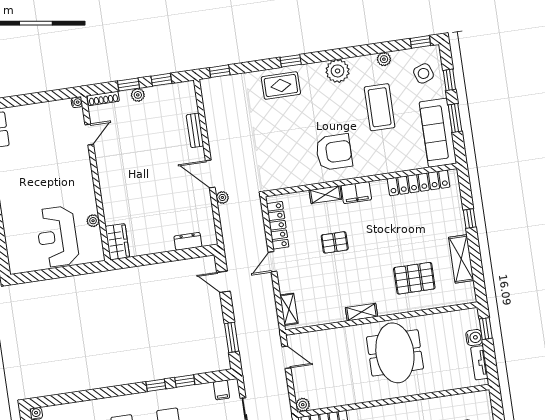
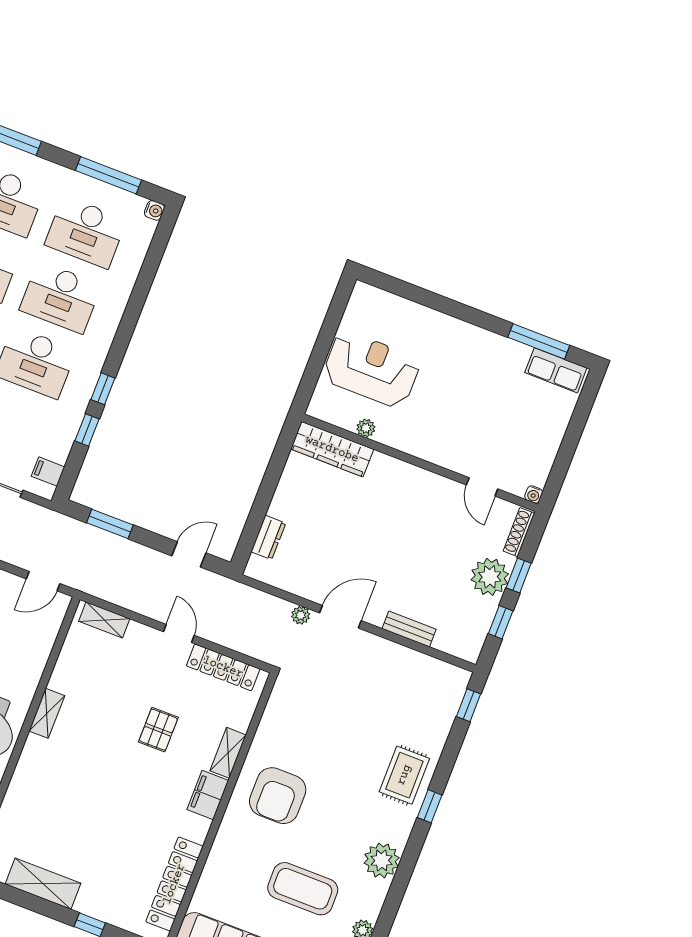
plant: (138, 95) -> (490, 577), width x1.87, depth x1.87
wardrobe: (117, 242) -> (332, 449), width x1.50
pallet: (414, 278) -> (52, 808), removed

